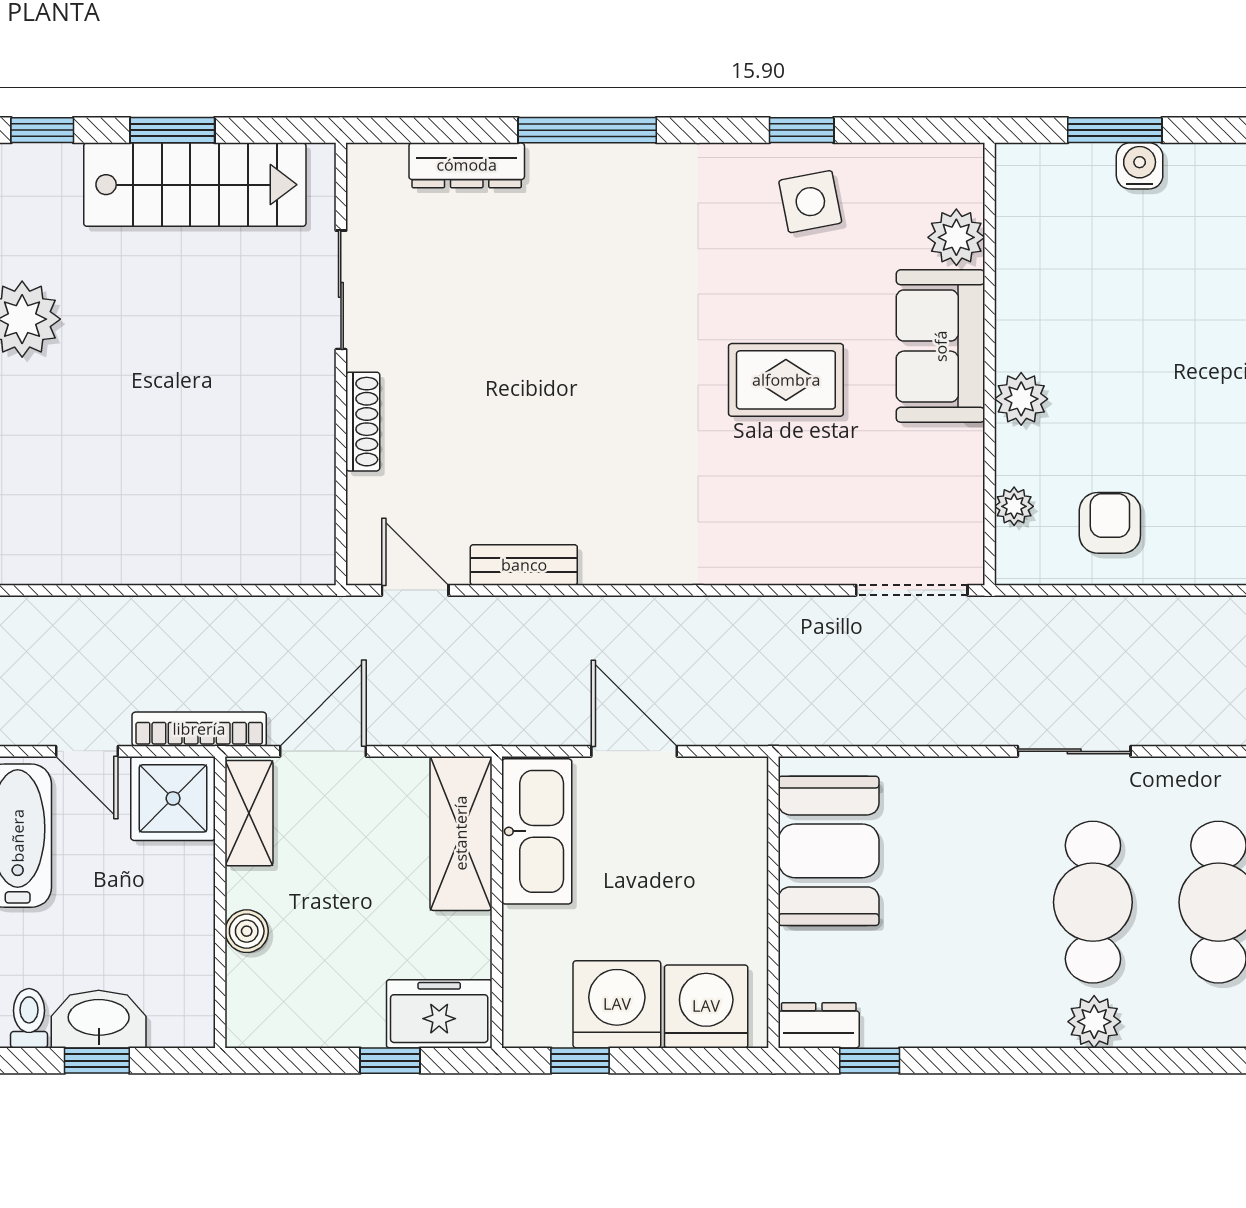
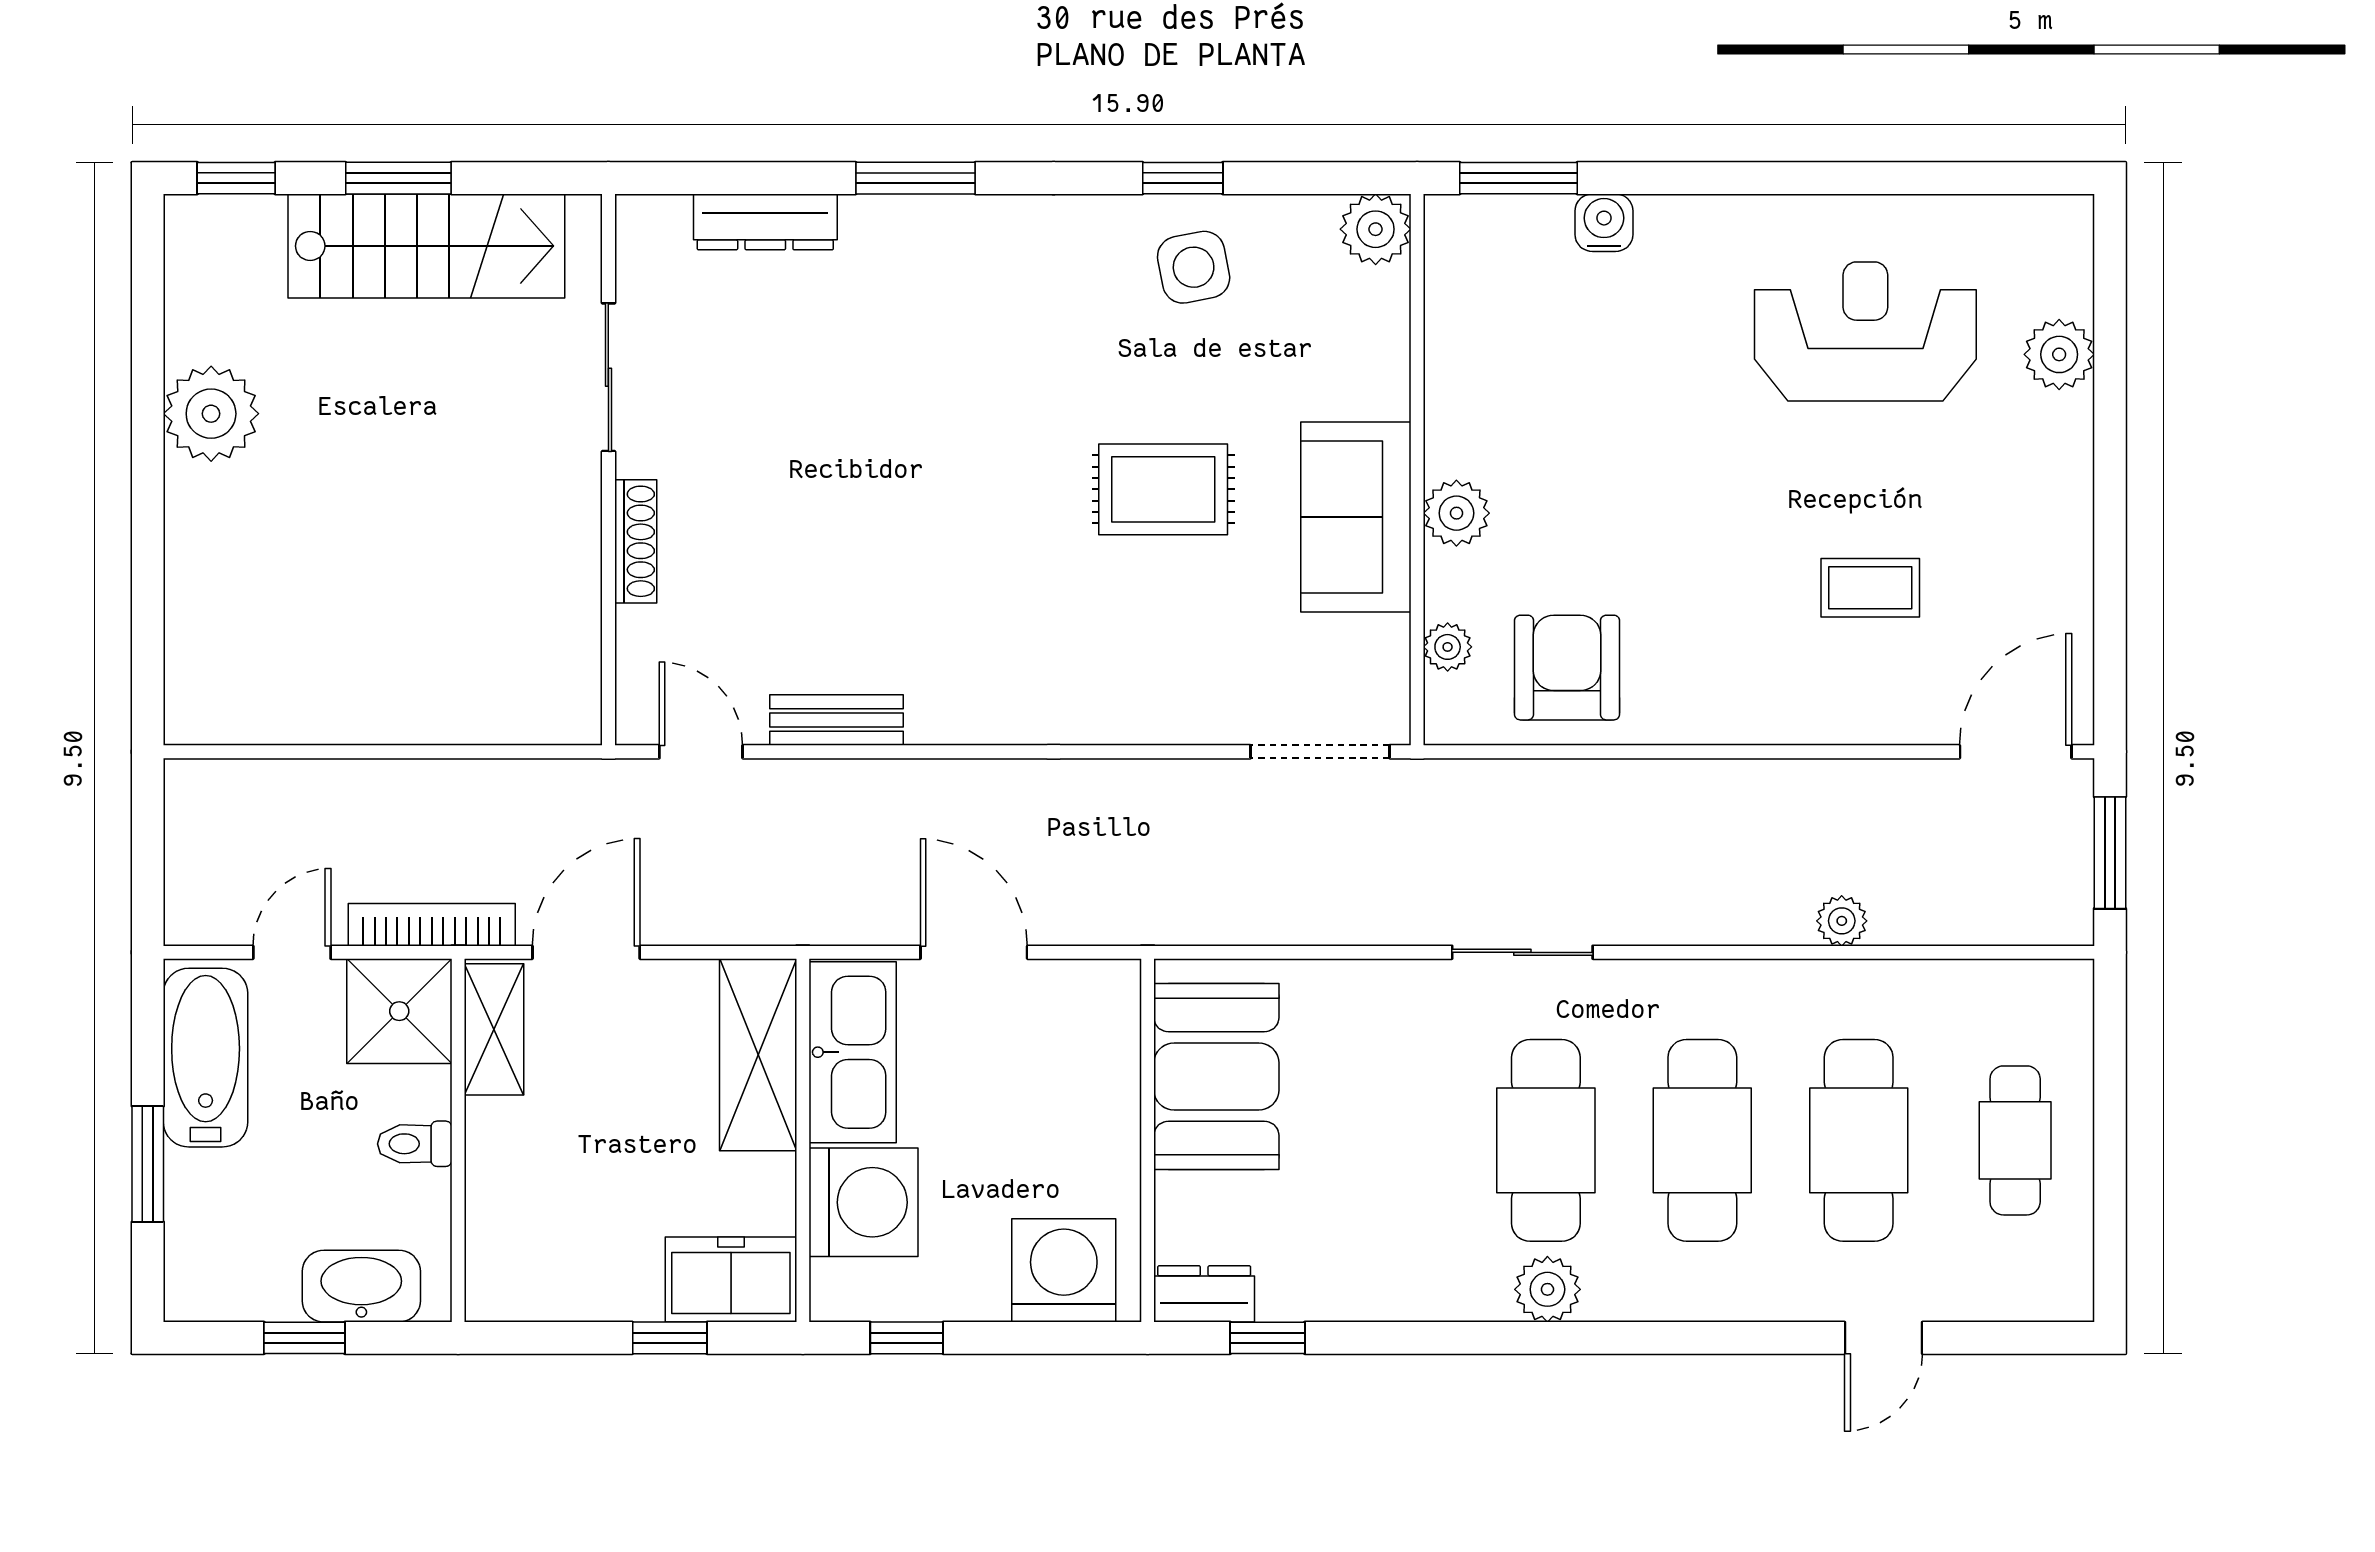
window: (587, 130) -> (916, 178), width x0.69
window: (1115, 130) -> (1519, 178), moved
plant: (956, 237) -> (1376, 229), moved
sofa: (941, 346) -> (1356, 517), moved
armchair: (1110, 523) -> (1567, 668), width x1.38, depth x1.38
door: (87, 751) -> (292, 952), swing flipped
boiler: (247, 931) -> (491, 1177), removed
washing machine: (617, 1004) -> (864, 1202), moved, turned 90
toilet: (29, 1018) -> (415, 1144), moved, turned -90
washbasin: (99, 1019) -> (361, 1286), moved

